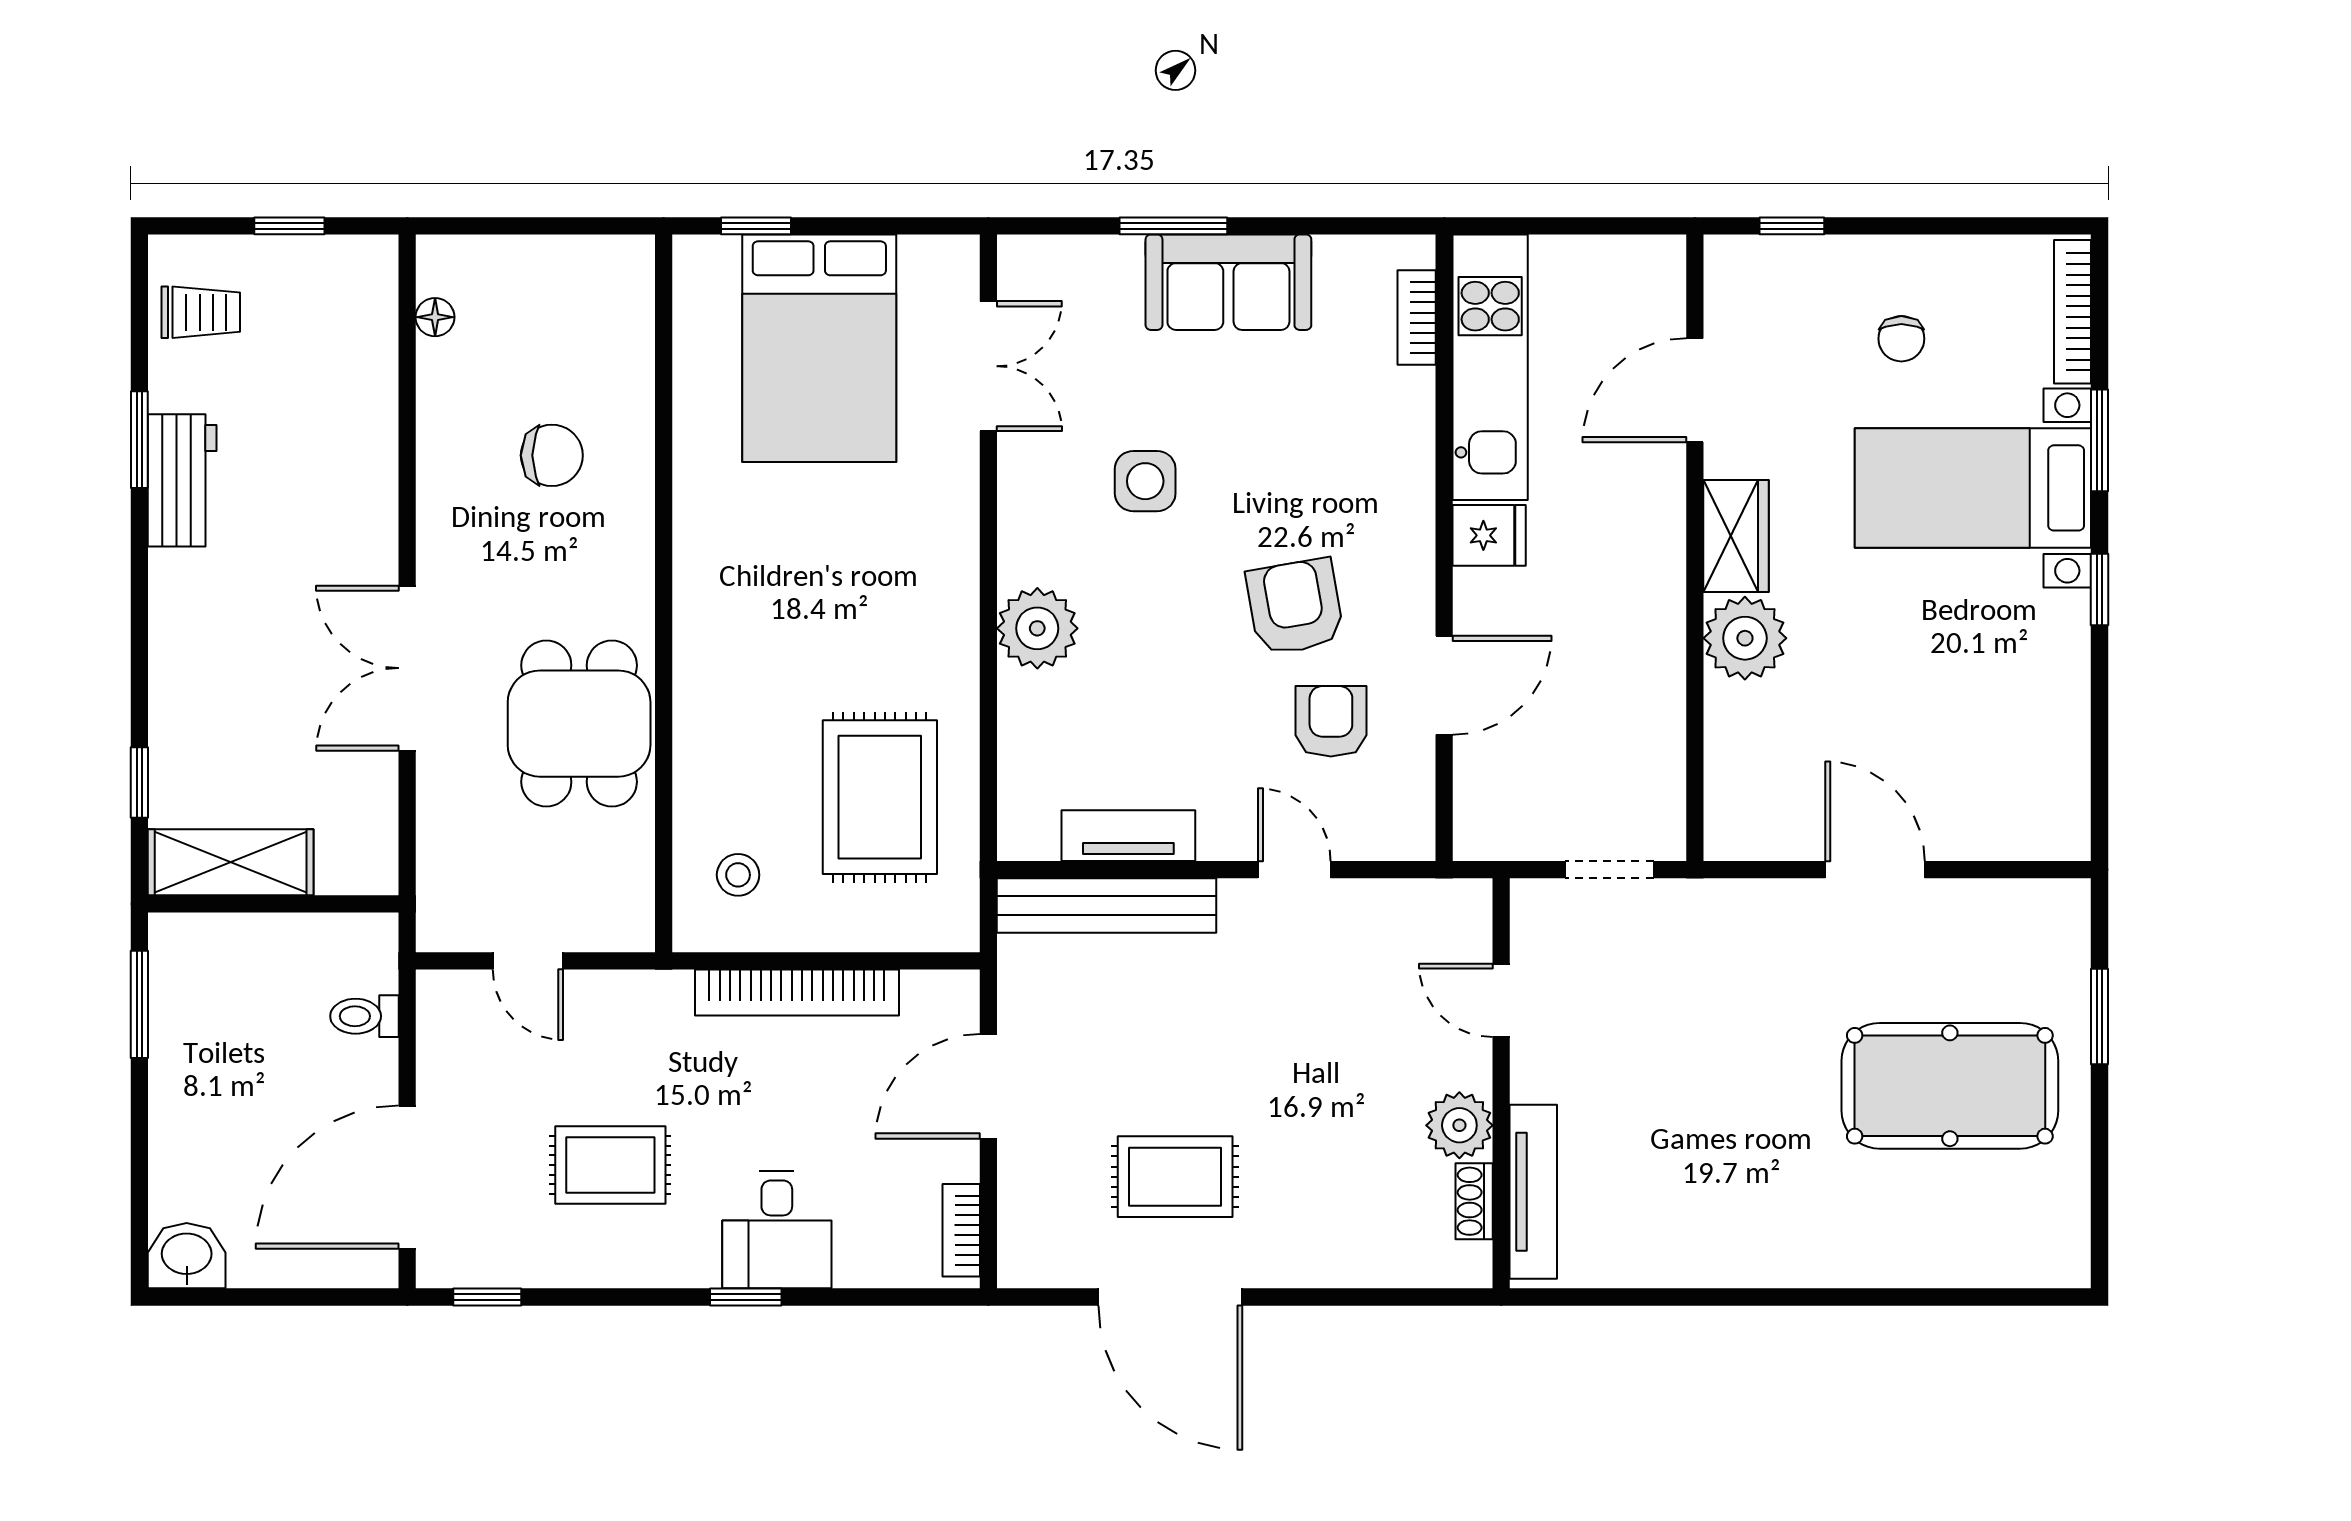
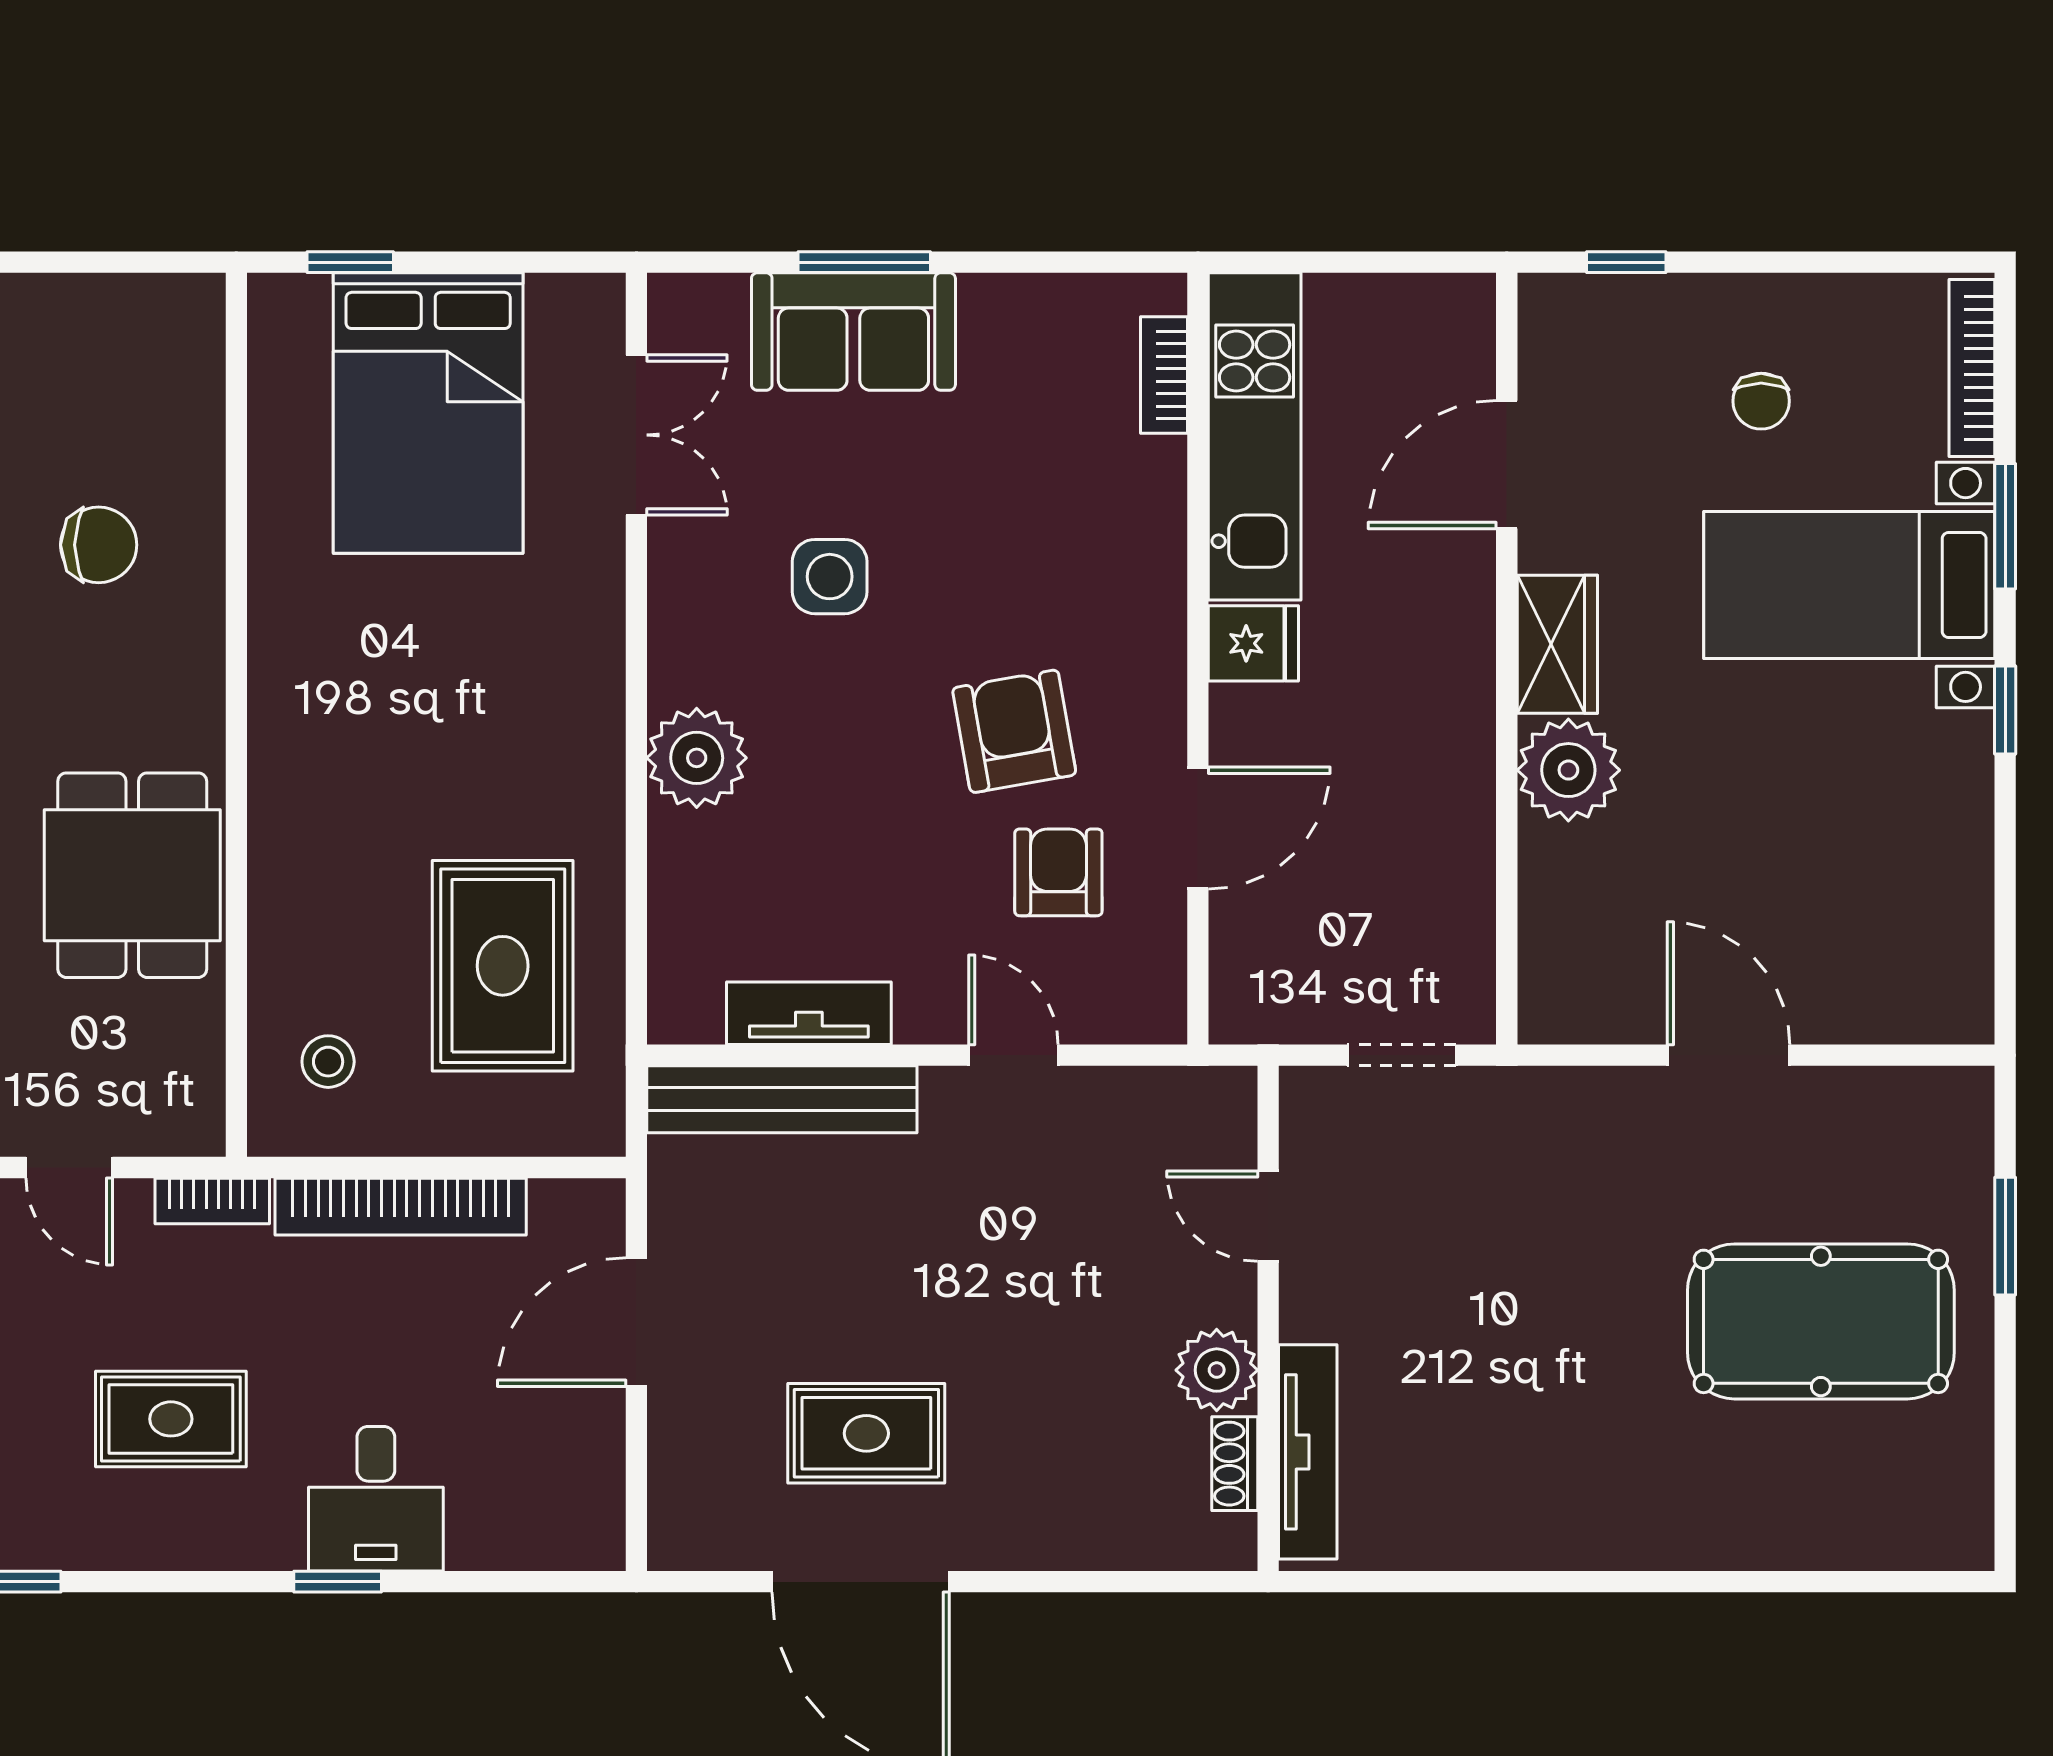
sofa: (1228, 282) -> (853, 332), moved
bookcase: (961, 1230) -> (212, 1201), moved, turned -90

